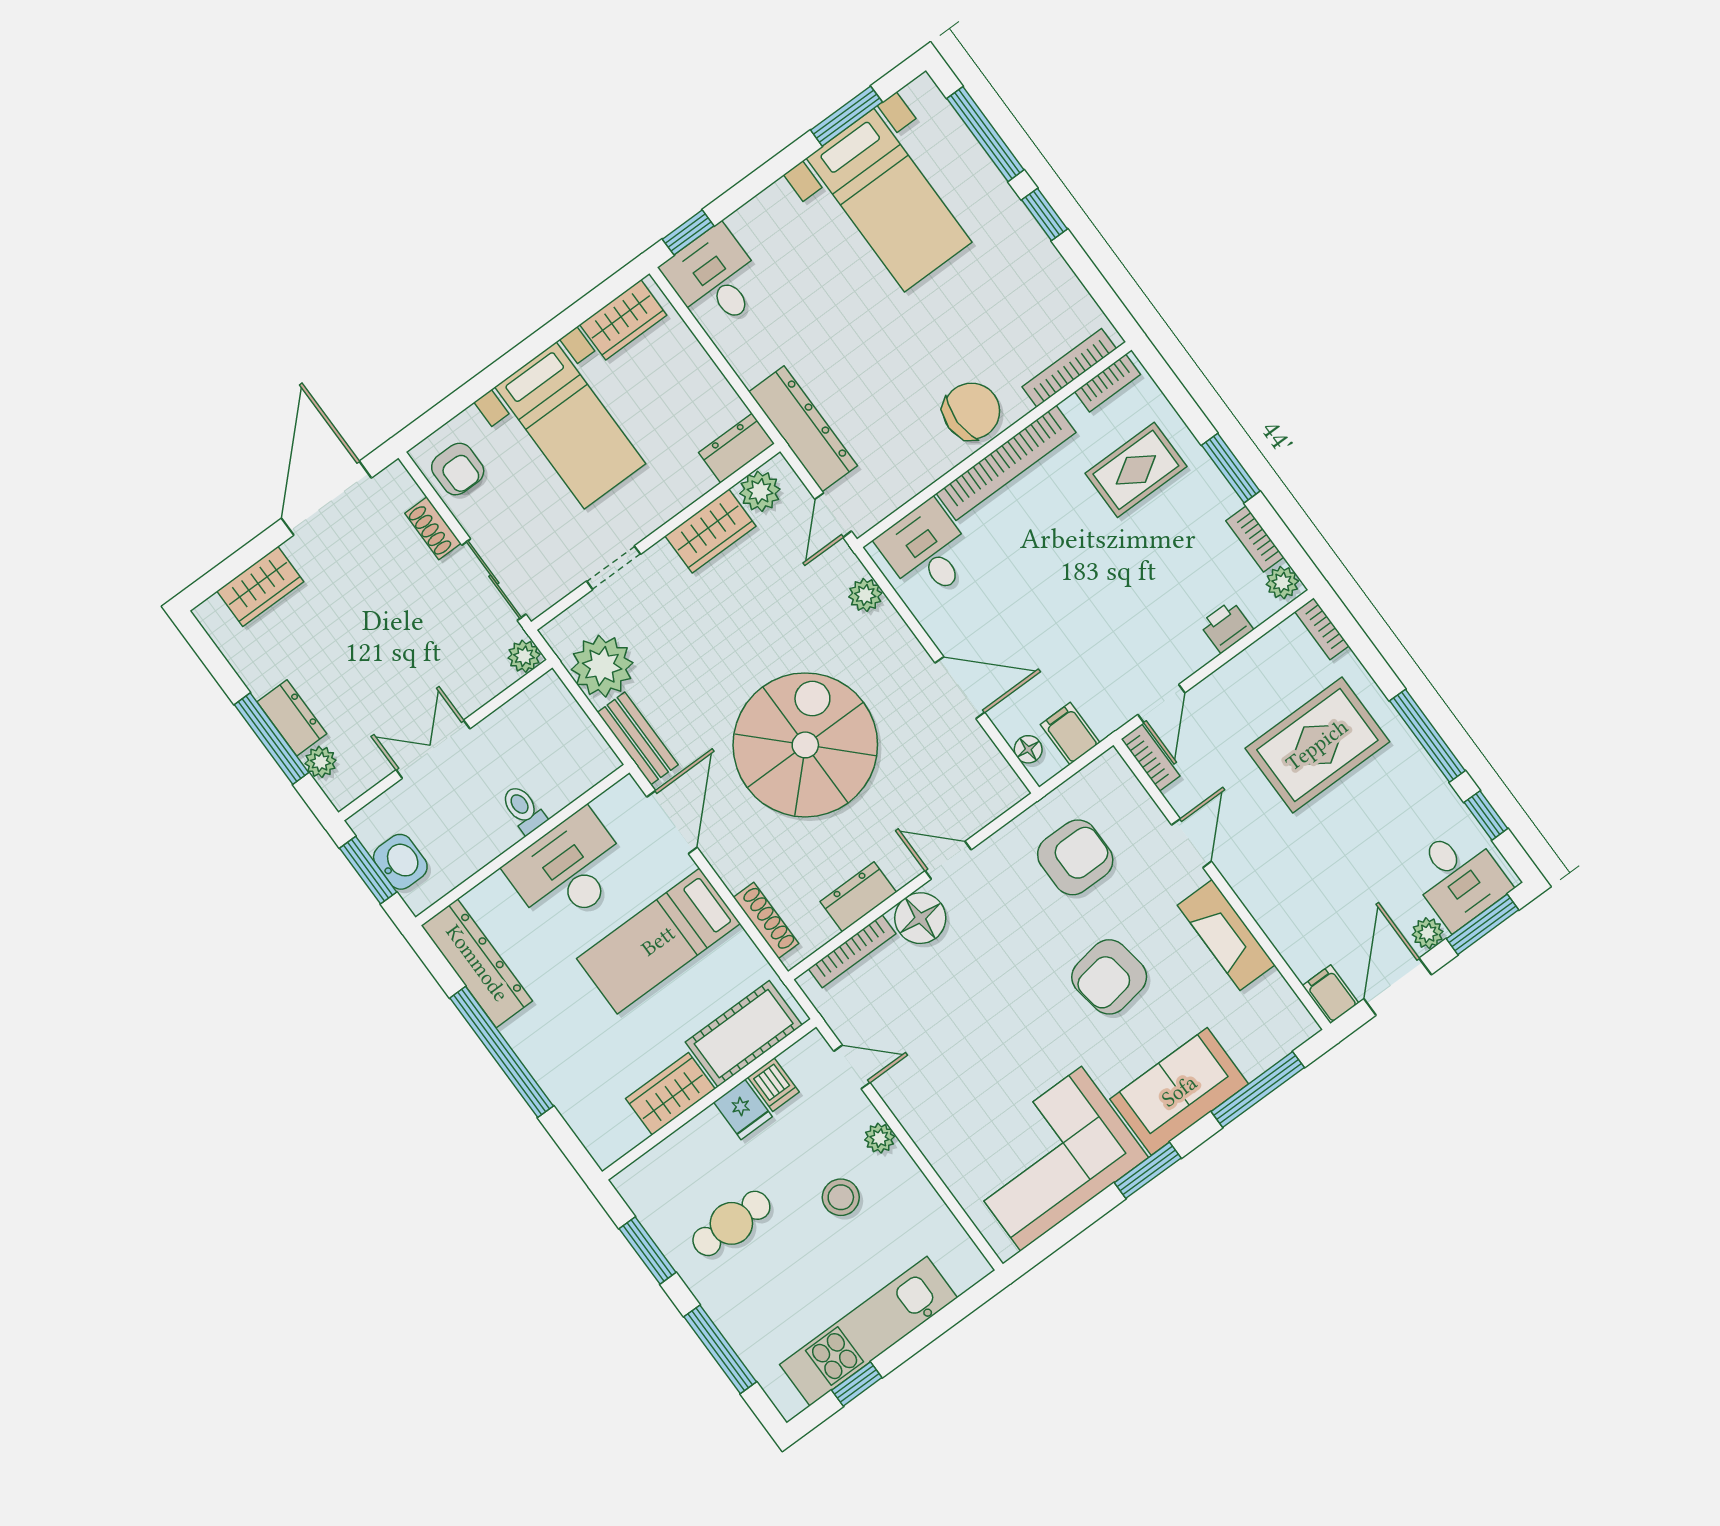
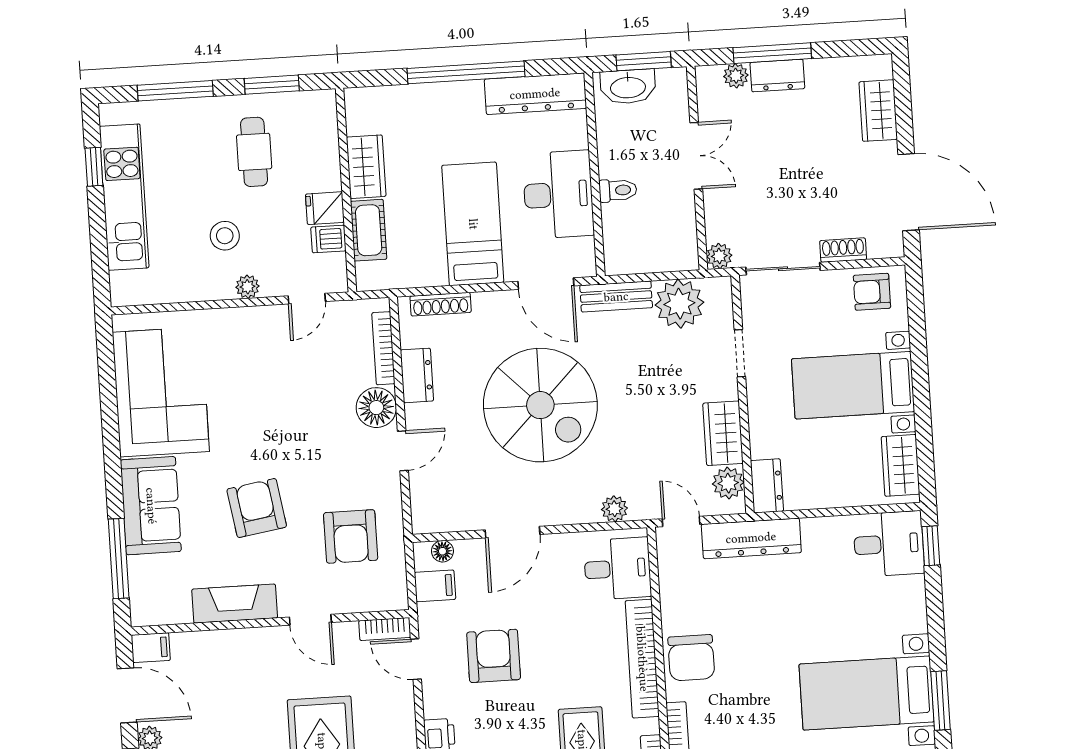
armchair: (1105, 623) -> (494, 656), added
washbasin: (400, 862) -> (628, 87), width x1.38
cot: (744, 1034) -> (369, 230), width x0.73, depth x0.75
window: (1148, 1170) -> (112, 451), removed

